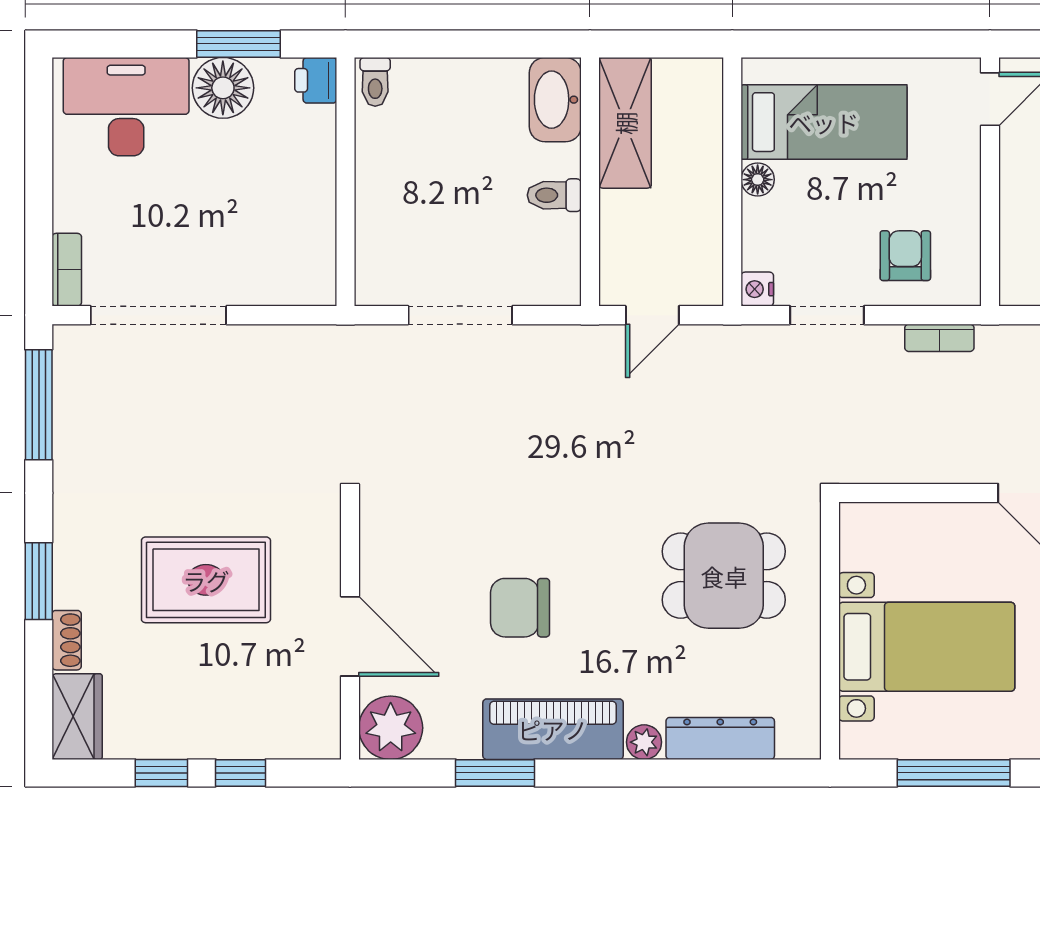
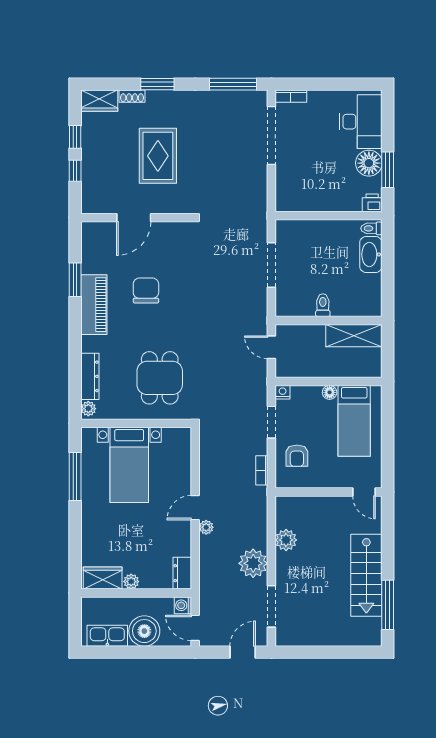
washbasin: (555, 100) -> (371, 254), moved, turned -90
armchair: (905, 256) -> (297, 456), turned 90
plant: (391, 728) -> (94, 235), removed
plant: (644, 742) -> (88, 409), moved

